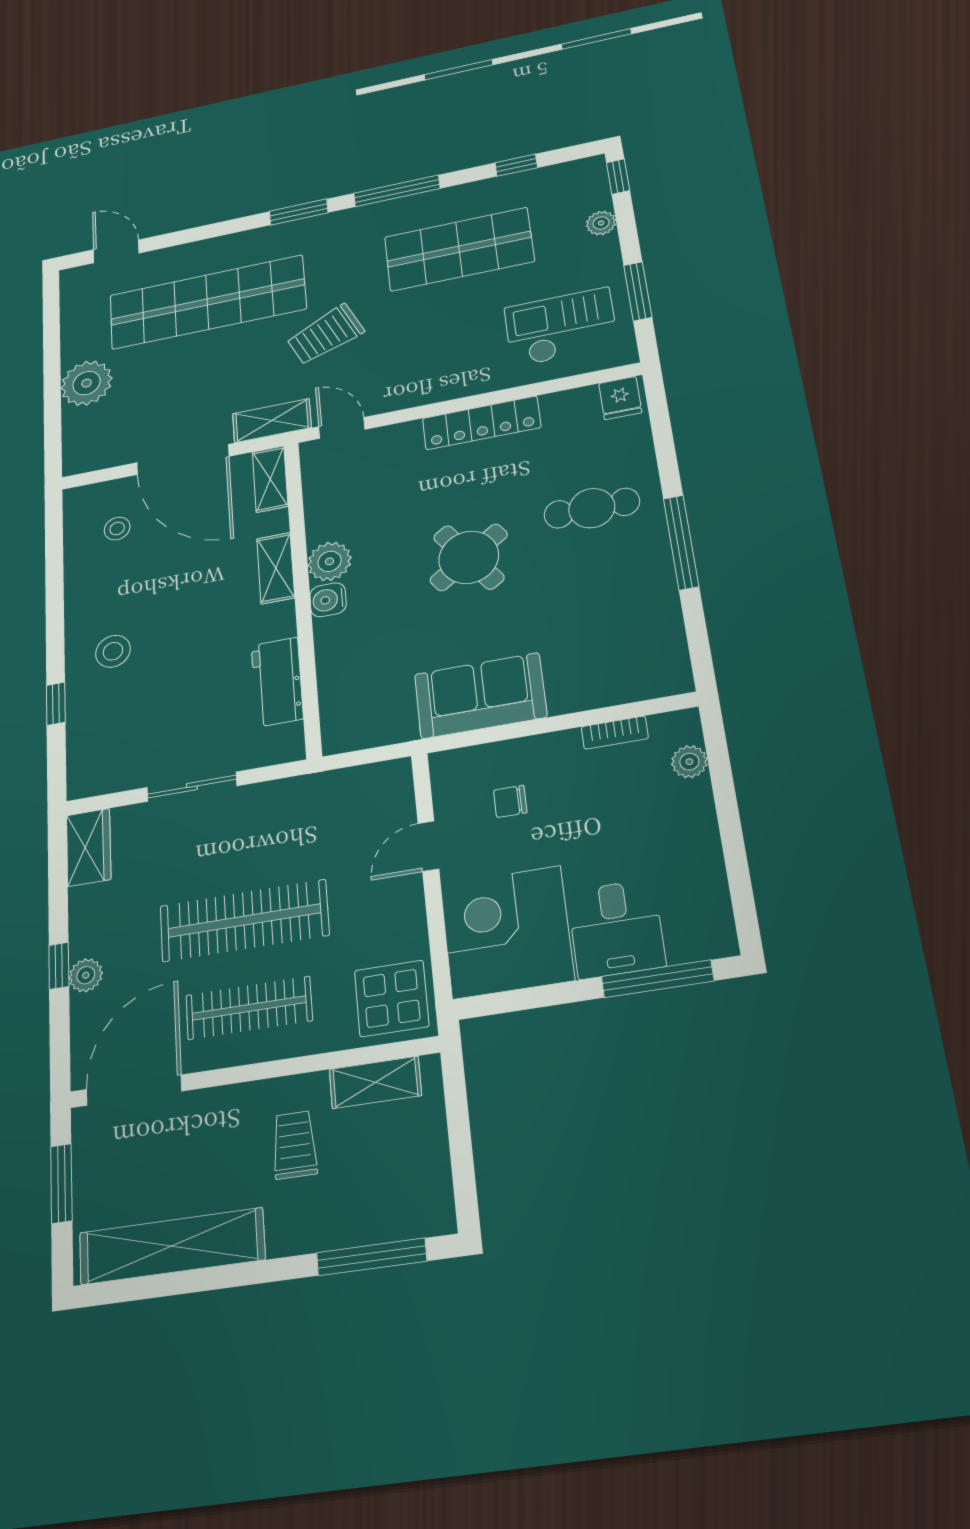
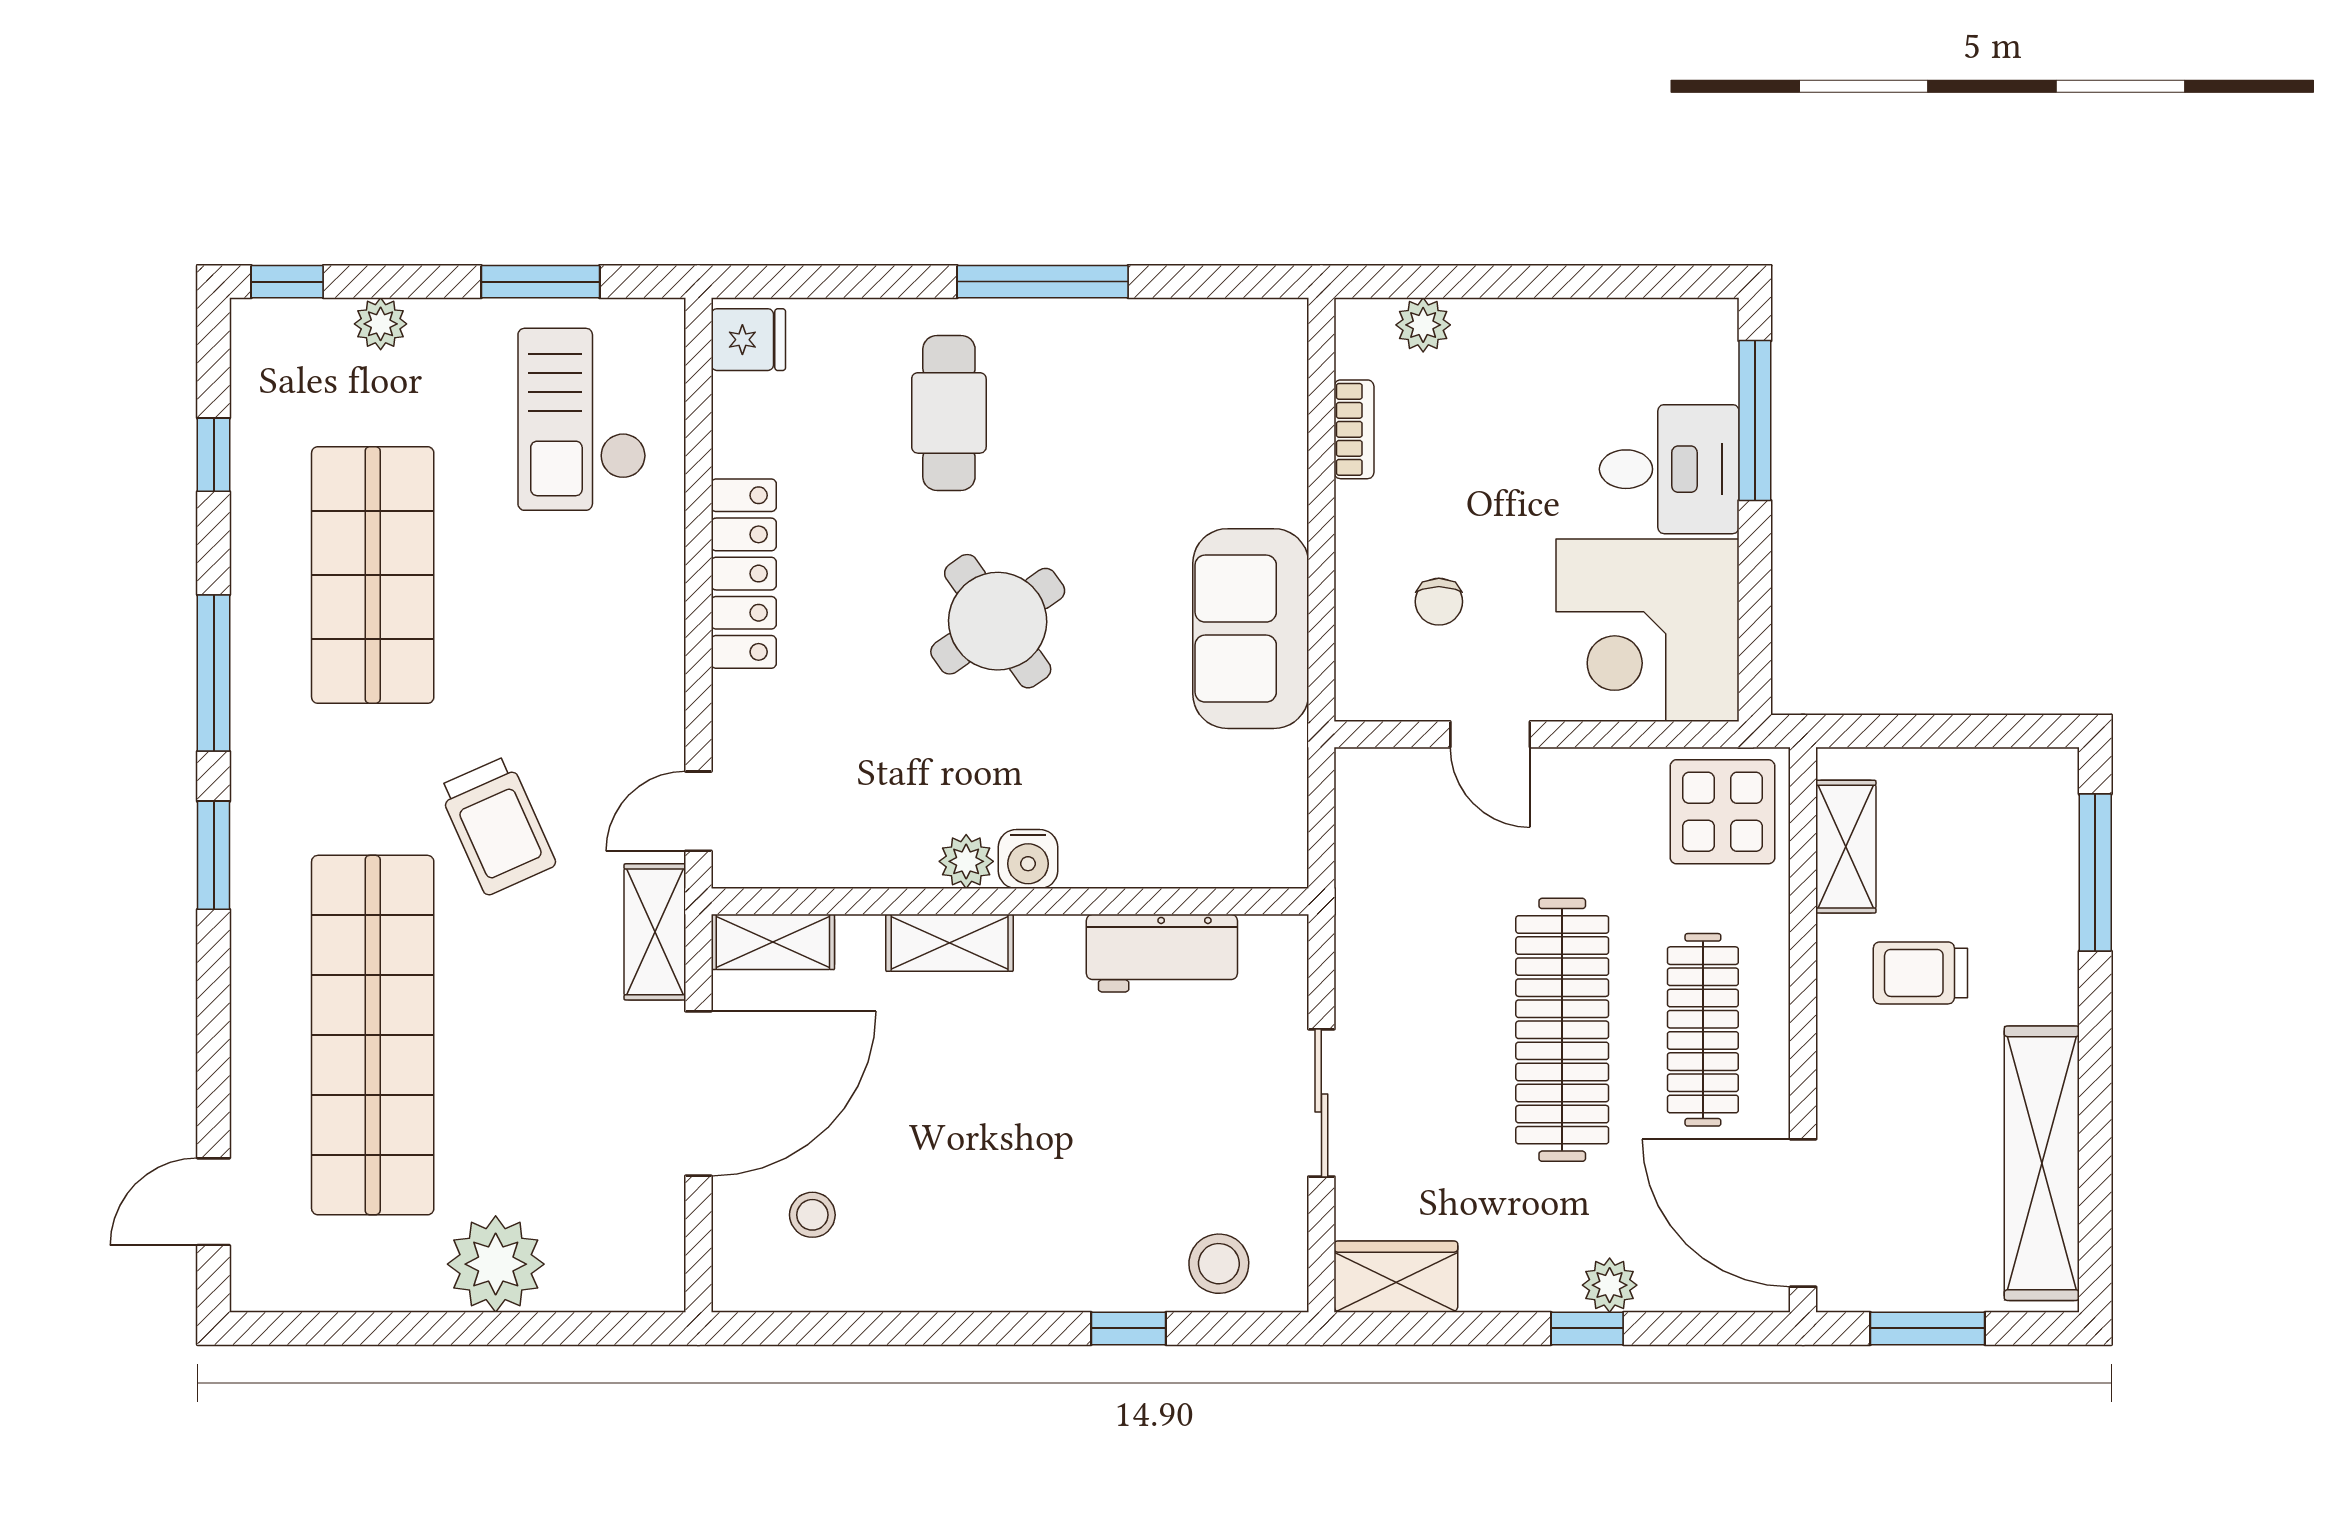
plant: (330, 561) -> (966, 861), width x0.73, depth x0.73
stool: (113, 651) -> (1219, 1264), moved

